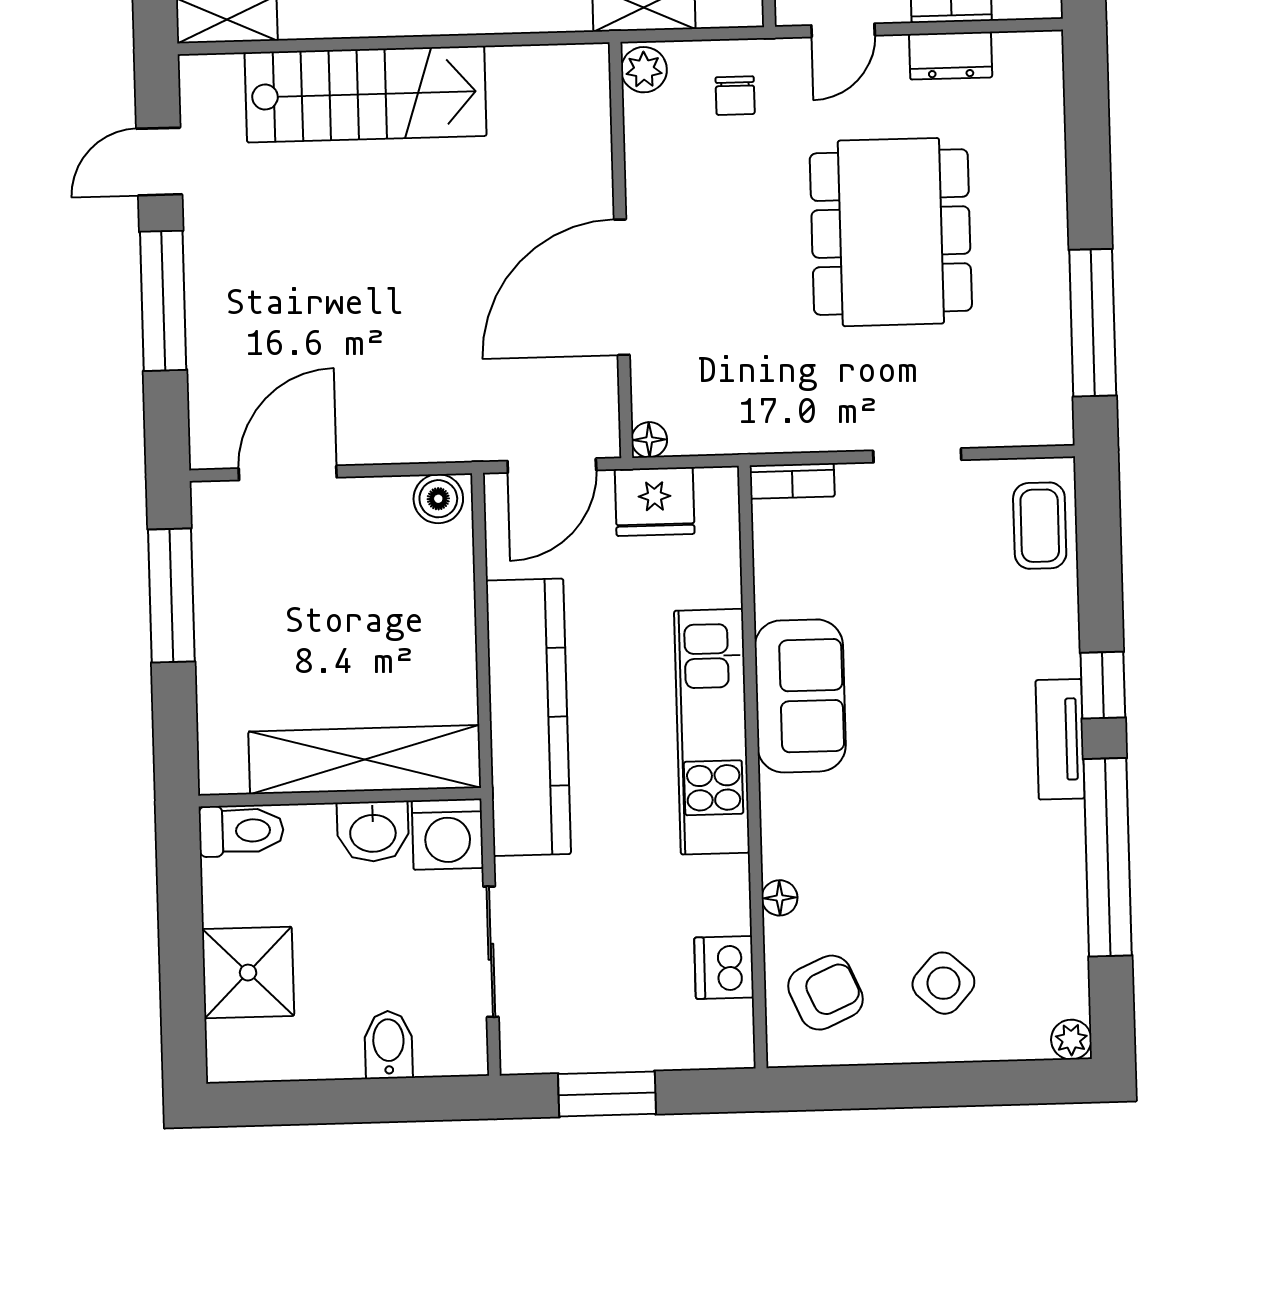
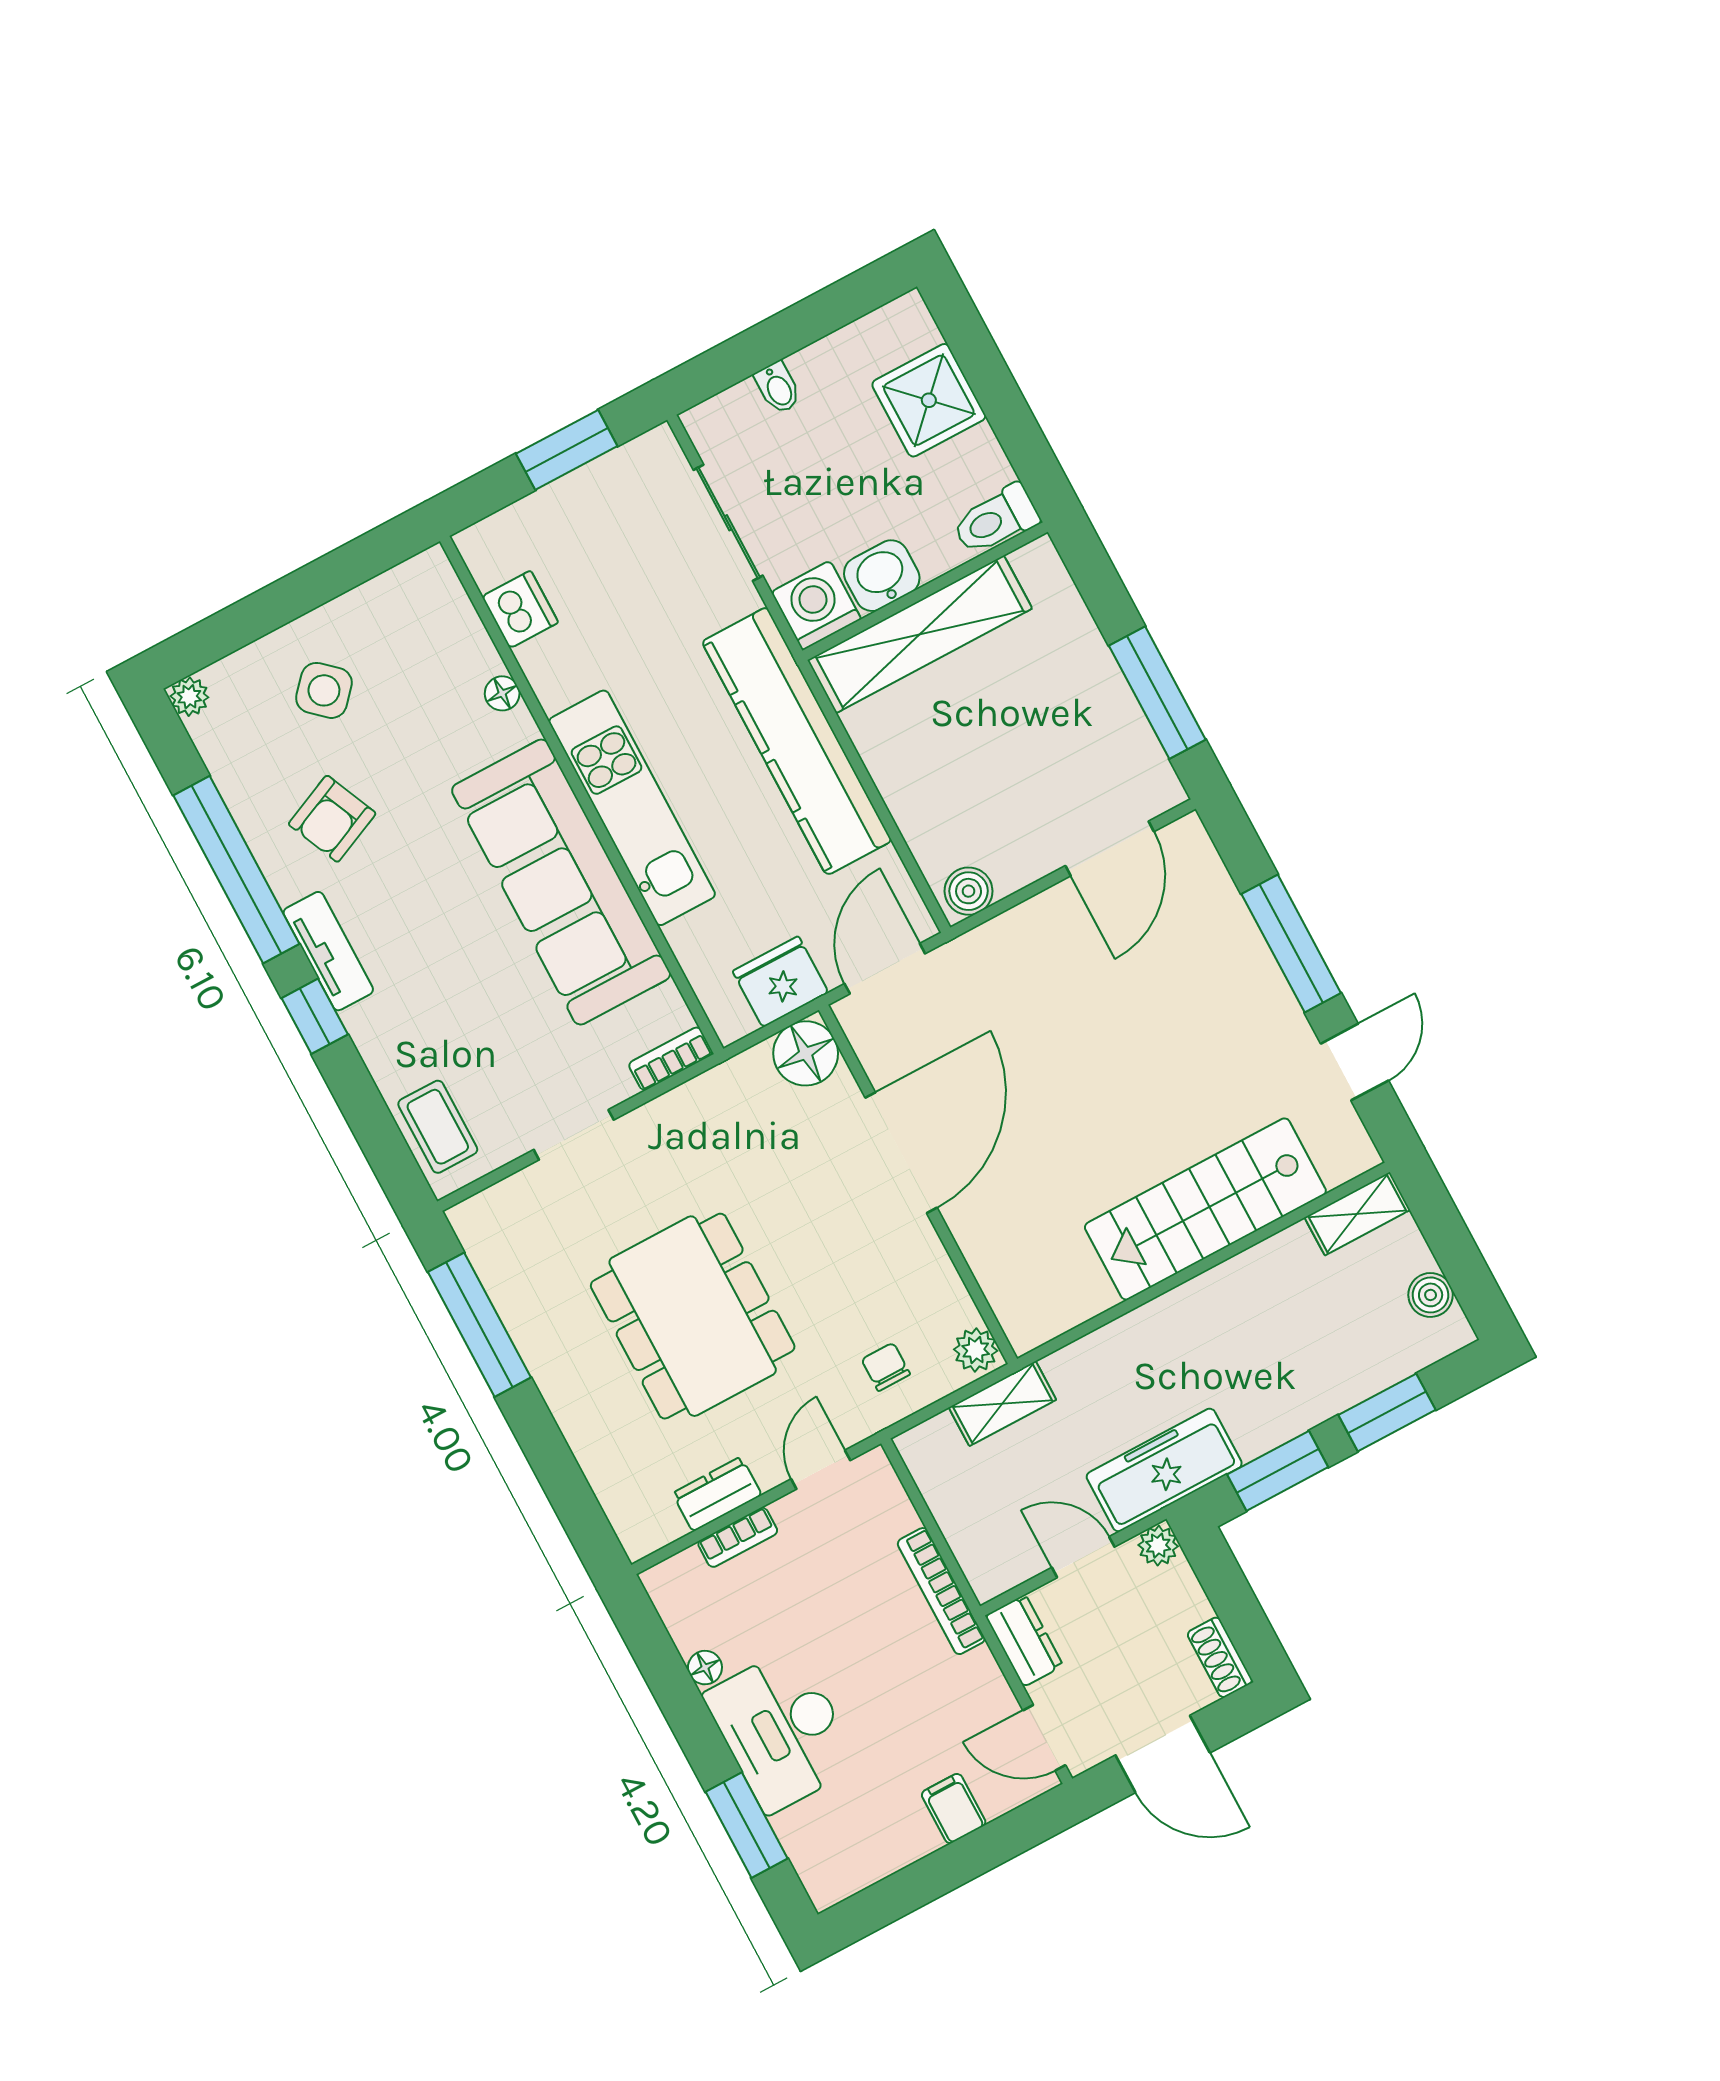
floor lamp: (649, 440) -> (806, 1053), width x1.89, depth x1.89
sofa: (800, 696) -> (561, 882), width x1.85, depth x1.27
armchair: (825, 993) -> (332, 819), moved
bidet: (389, 1045) -> (778, 388), width x0.72, depth x0.74

